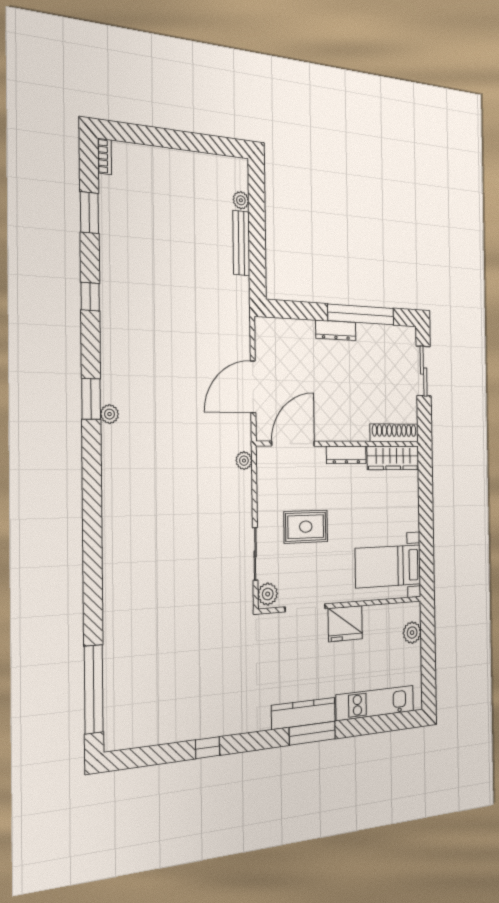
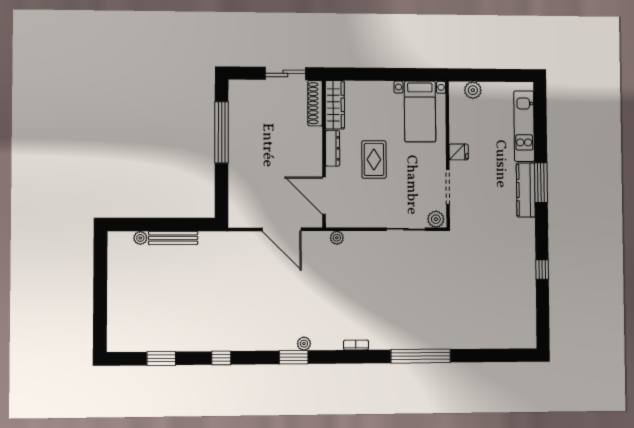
bookcase: (105, 156) -> (356, 345), moved
dresser: (336, 330) -> (235, 156), removed
sliding door: (424, 371) -> (285, 73), moved
rug: (306, 527) -> (374, 159), moved
fridge: (345, 624) -> (459, 152), width x0.53, depth x0.75
window: (94, 689) -> (421, 356), moved

